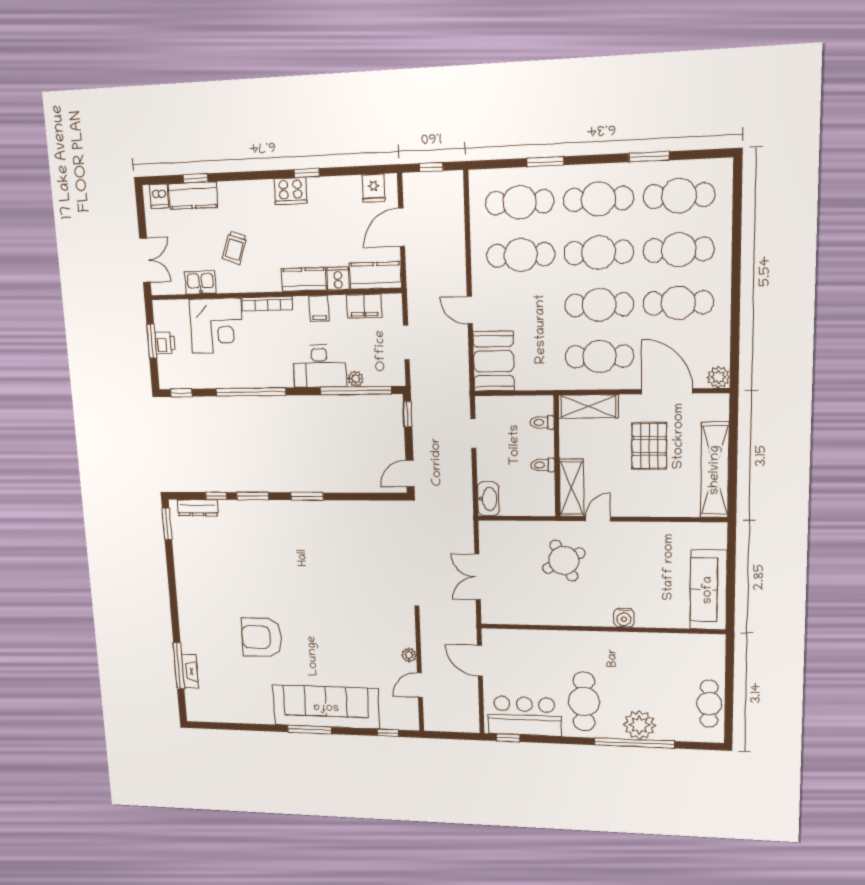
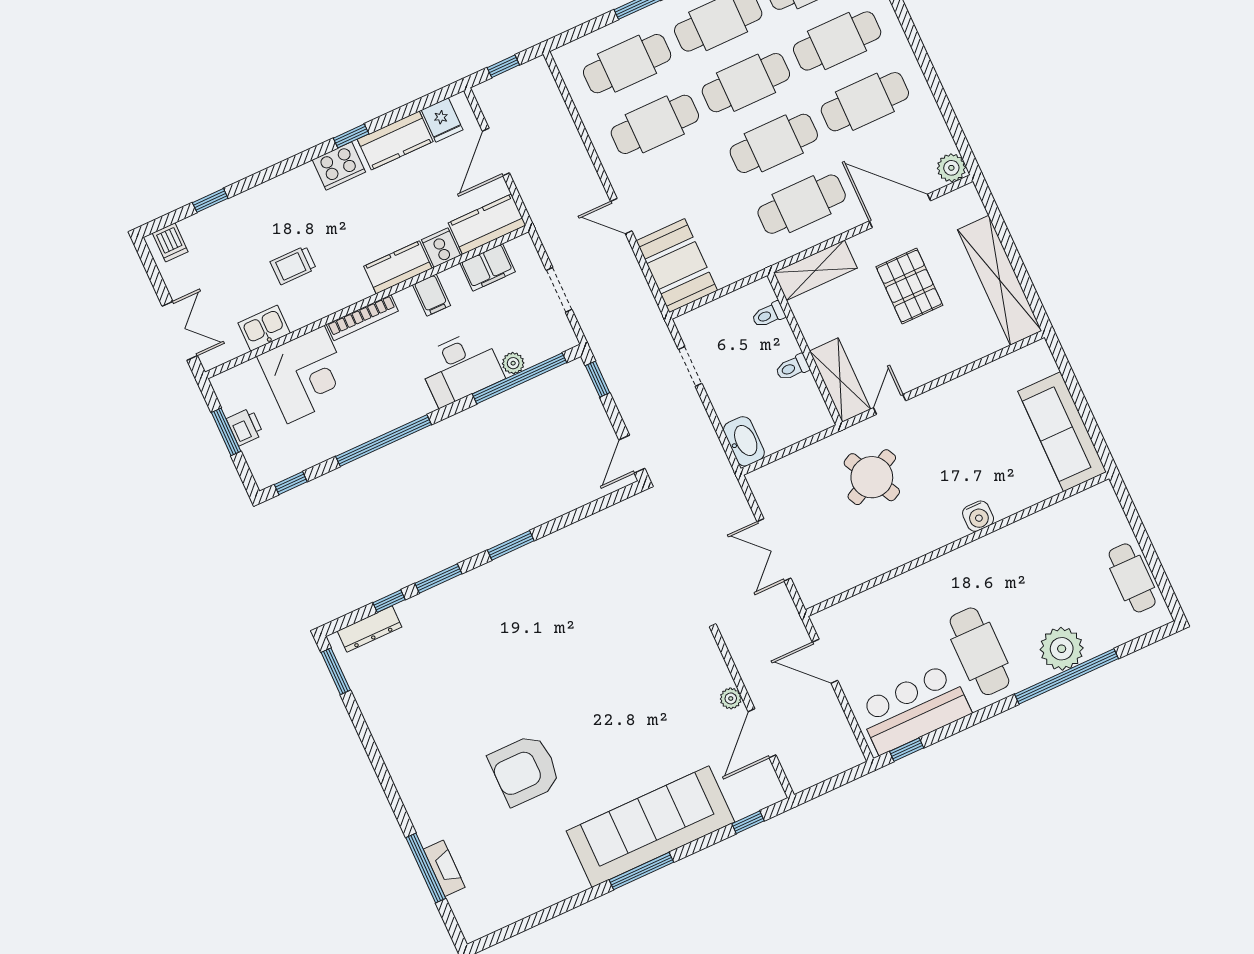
kitchen counter: (193, 196) -> (395, 140), moved
trolley: (235, 248) -> (293, 265), turned 71
door: (420, 685) -> (762, 733), width x1.37

